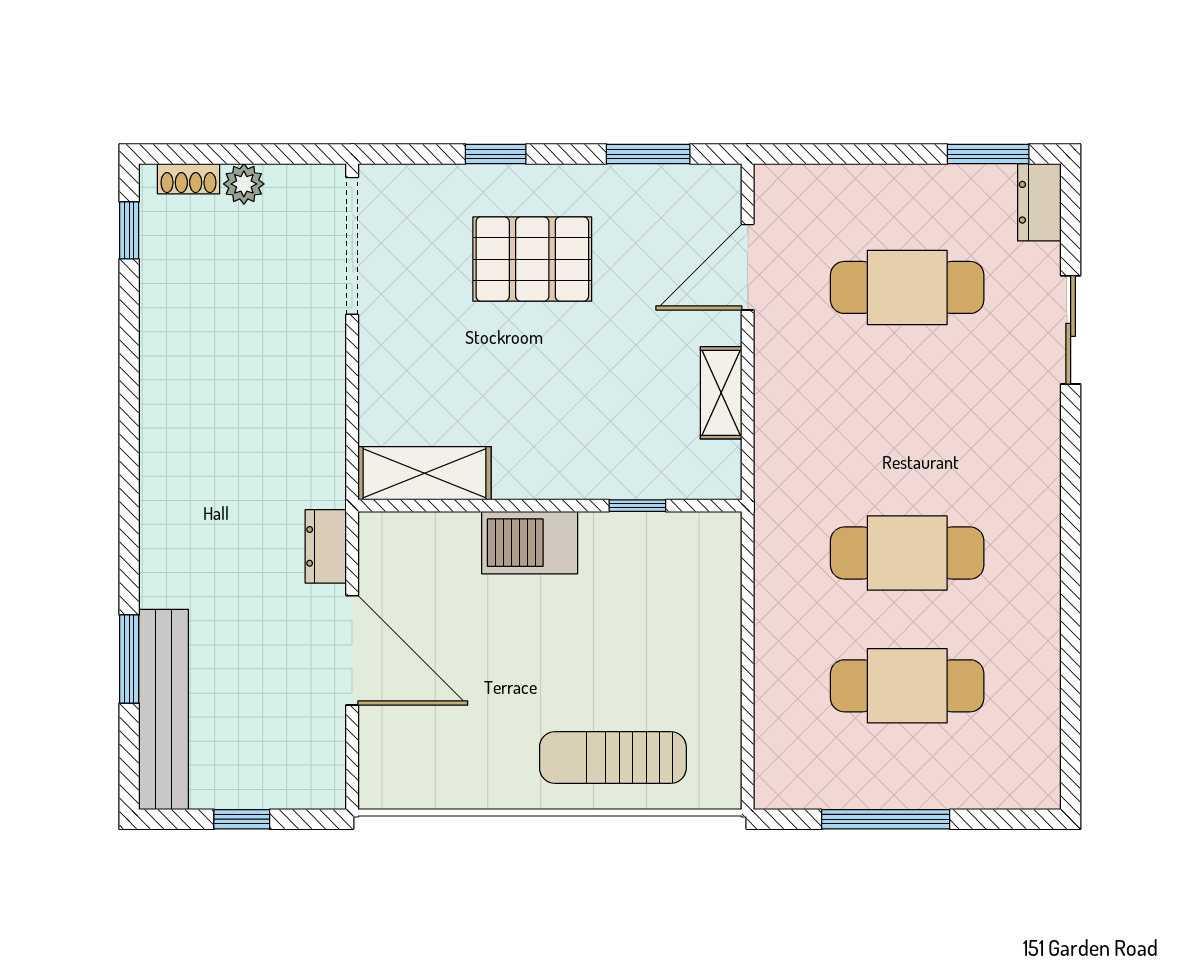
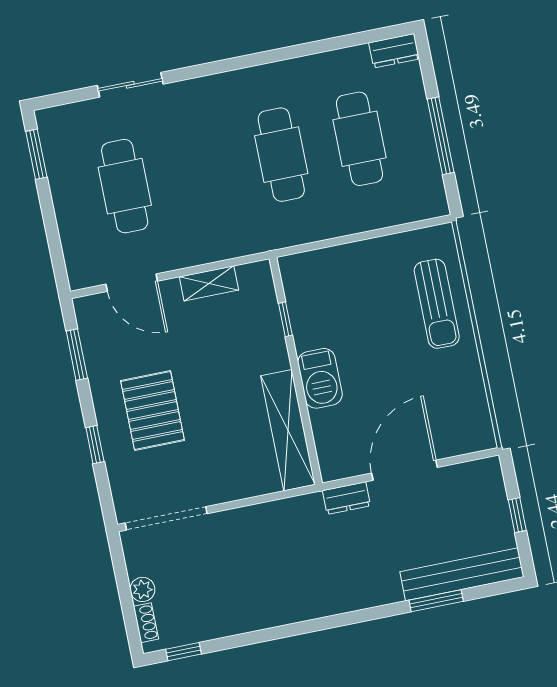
dresser: (1039, 202) -> (394, 51), moved
shelving: (424, 473) -> (288, 430), width x1.47

